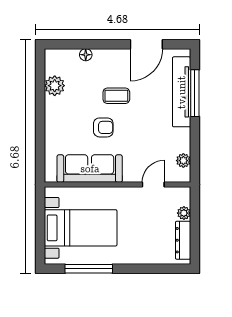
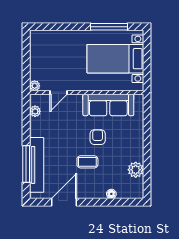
armchair: (103, 127) -> (98, 137), turned 90
plant: (184, 213) -> (35, 86), moved
dresser: (183, 240) -> (35, 49), removed

